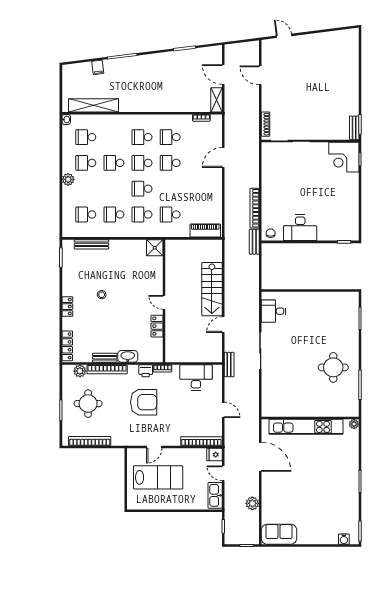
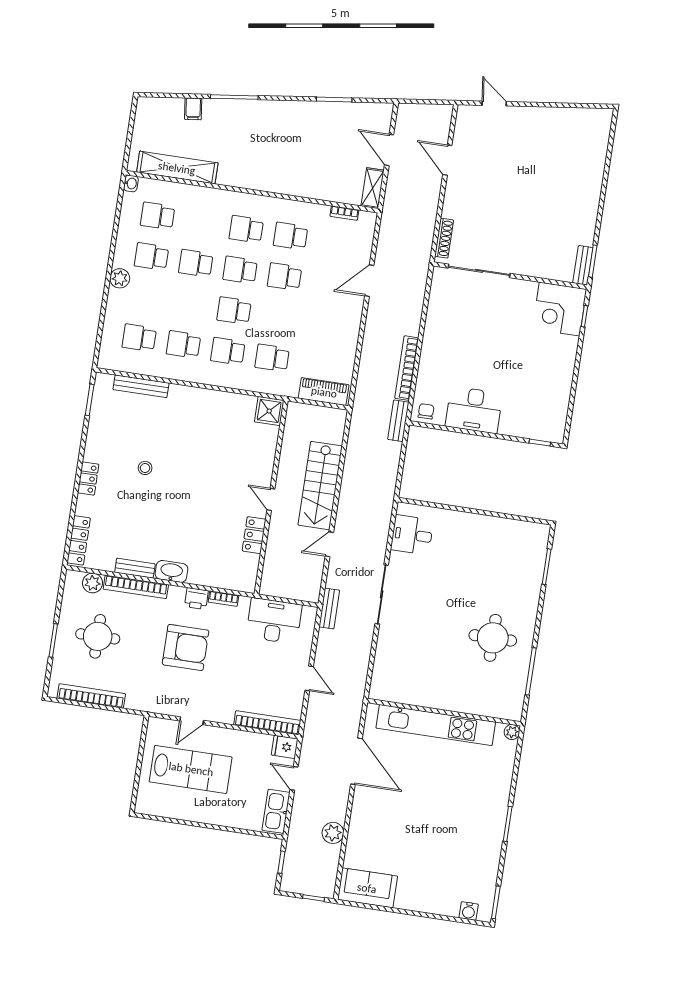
shower: (155, 248) -> (269, 411), moved
wall: (164, 301) -> (271, 497), moved
door: (164, 302) -> (271, 499), moved
locker: (157, 326) -> (254, 535), moved

